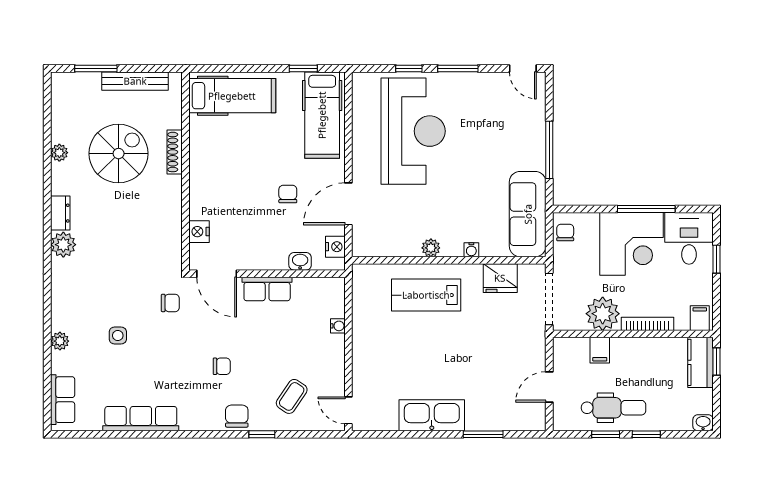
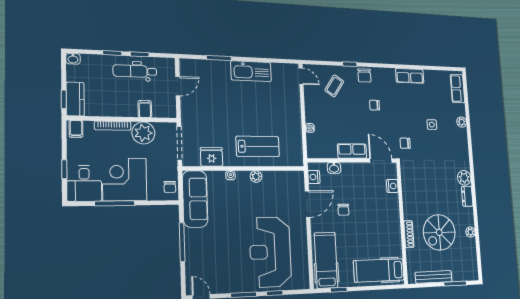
row of seats: (141, 419) -> (410, 76), width x0.68

